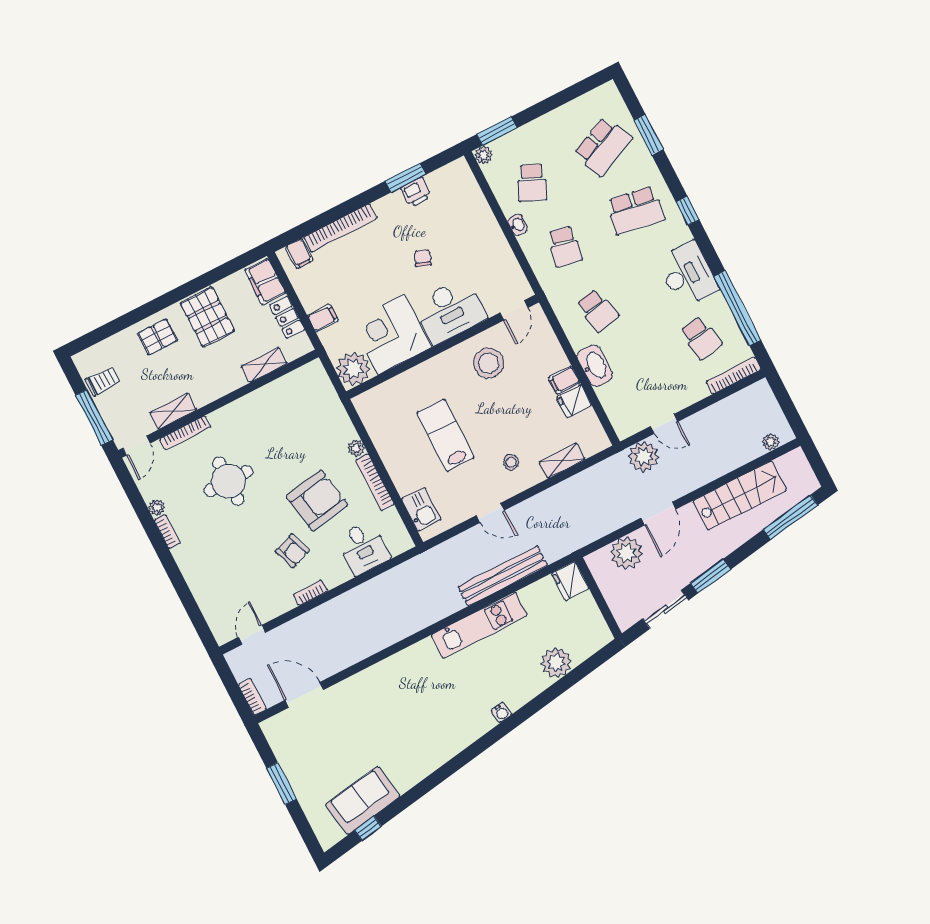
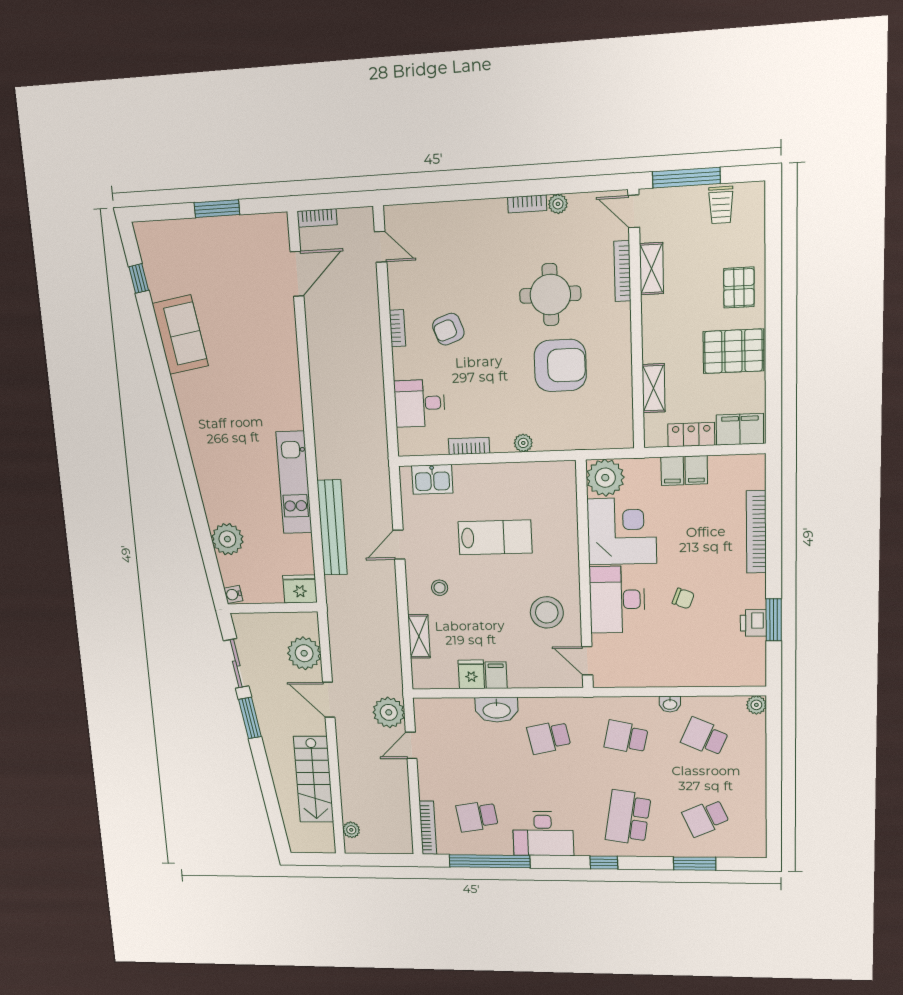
window: (497, 131) -> (774, 729), removed
school desk: (603, 146) -> (706, 818), width x0.54
filing cabinet: (299, 254) -> (696, 470), moved, turned -90
bookcase: (375, 482) -> (469, 446), width x0.64
armchair: (317, 501) -> (560, 365), moved, turned -80
window: (791, 517) -> (274, 813), removed
water cooler: (501, 713) -> (233, 594), moved
sofa: (363, 801) -> (180, 335), moved

